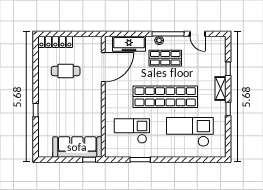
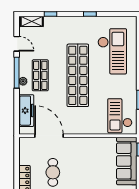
door: (198, 34) -> (17, 44), hinge flipped
shelving: (221, 89) -> (32, 21), moved
checkout: (132, 131) -> (120, 116), moved
checkout: (190, 132) -> (112, 51), turned 180

